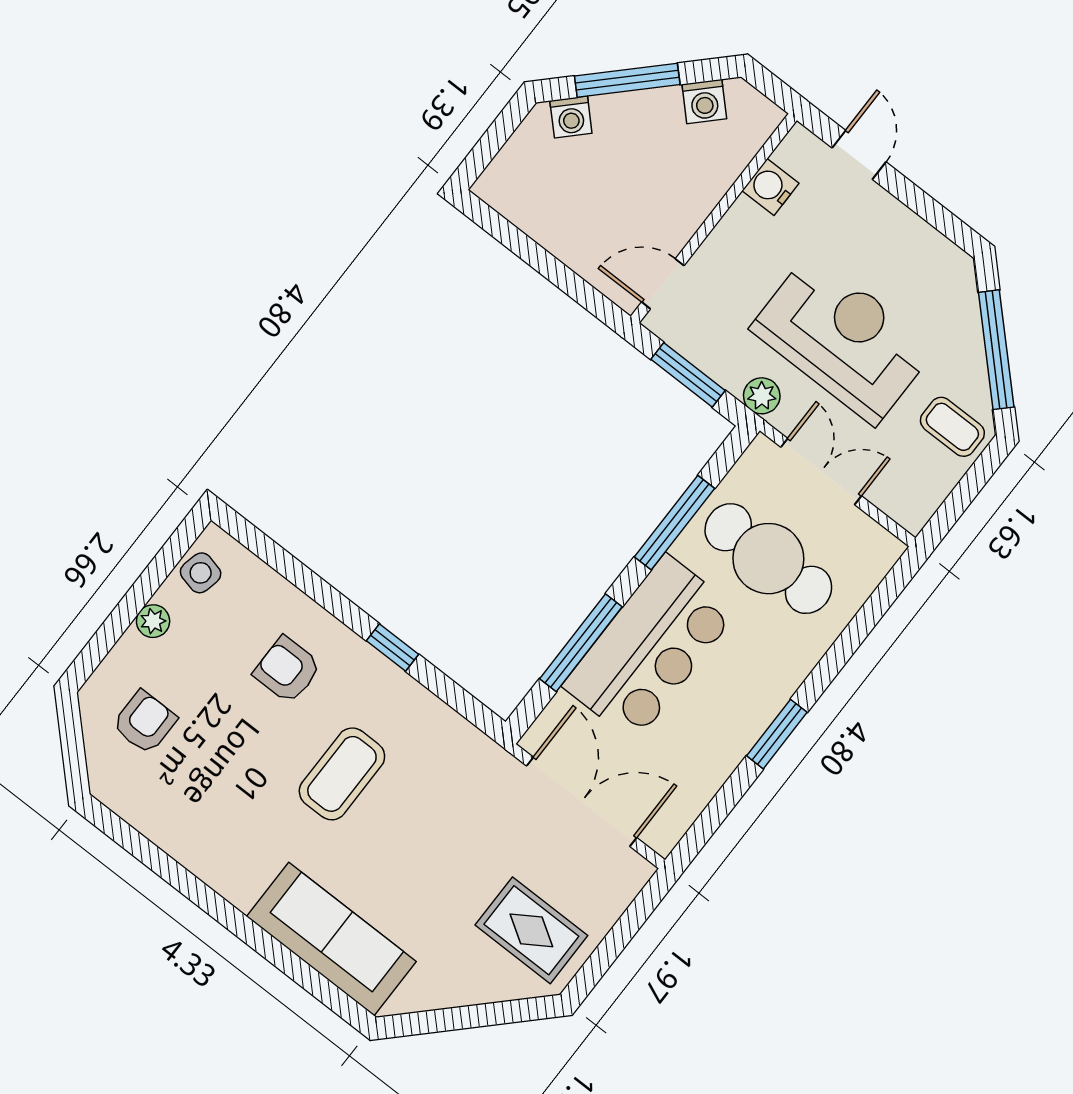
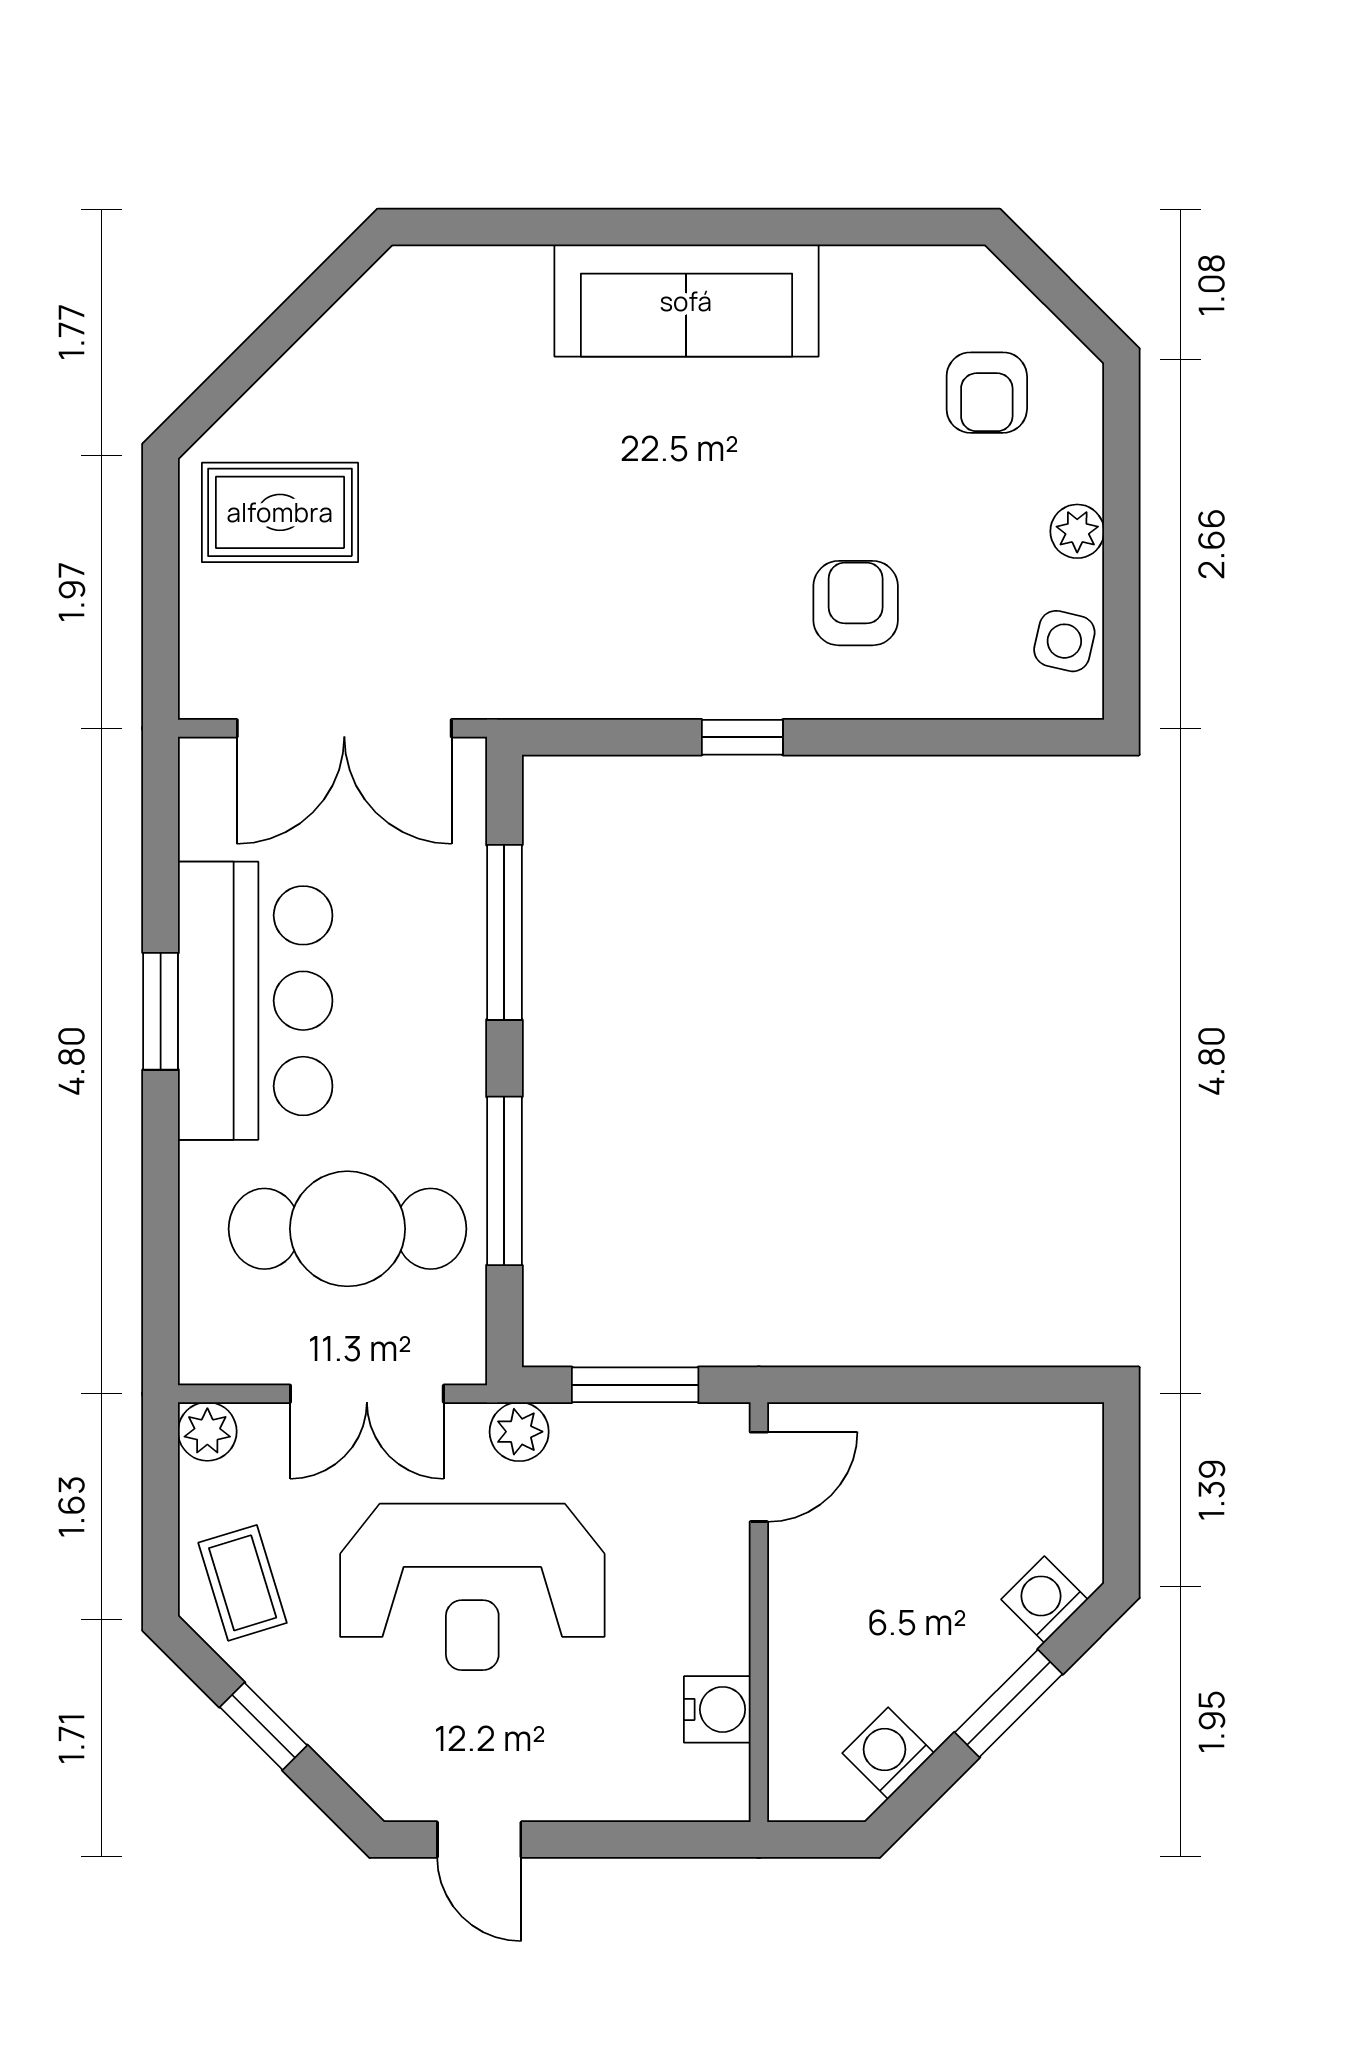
window: (627, 80) -> (1009, 1703), width x0.69
door: (859, 155) -> (479, 1840), moved
window: (996, 350) -> (264, 1726), width x0.46
coffee table: (952, 427) -> (243, 1583), turned 73
plant: (912, 513) -> (207, 1431), added
bar counter: (650, 648) -> (255, 1001), moved, turned 180
armchair: (287, 670) -> (856, 603), turned -90
coffee table: (342, 774) -> (681, 524), removed
sofa: (331, 939) -> (686, 301), moved

